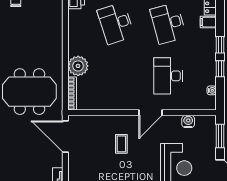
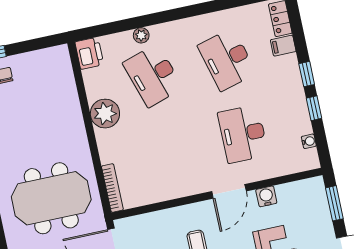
plant: (78, 66) -> (105, 114), moved
water cooler: (188, 121) -> (266, 196), moved

